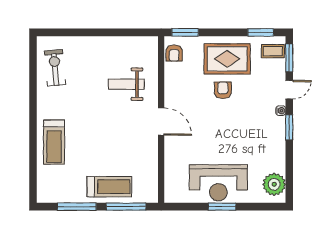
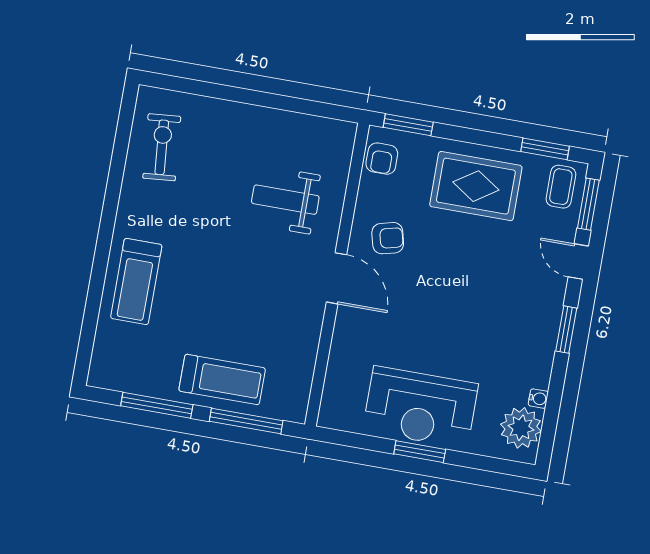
coffee table: (273, 51) -> (561, 187), turned 90
armchair: (223, 90) -> (388, 238), moved, turned 76
door: (289, 90) -> (578, 262), swing flipped
water cooler: (281, 111) -> (538, 399), moved

